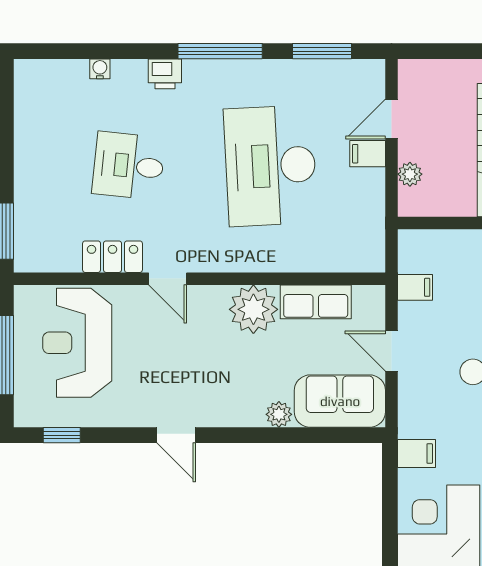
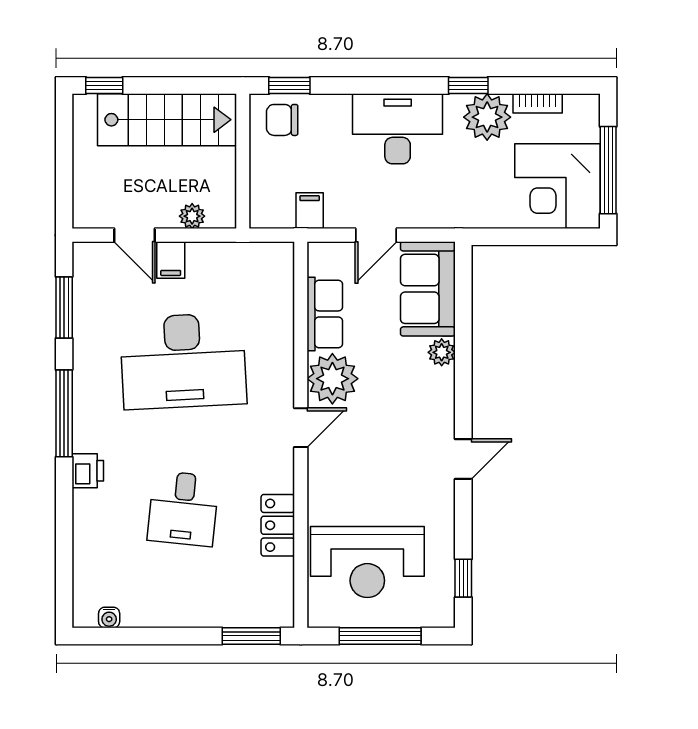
water cooler: (100, 69) -> (109, 618), moved, turned -90
door: (168, 279) -> (301, 428), moved
filing cabinet: (417, 454) -> (482, 209), removed

